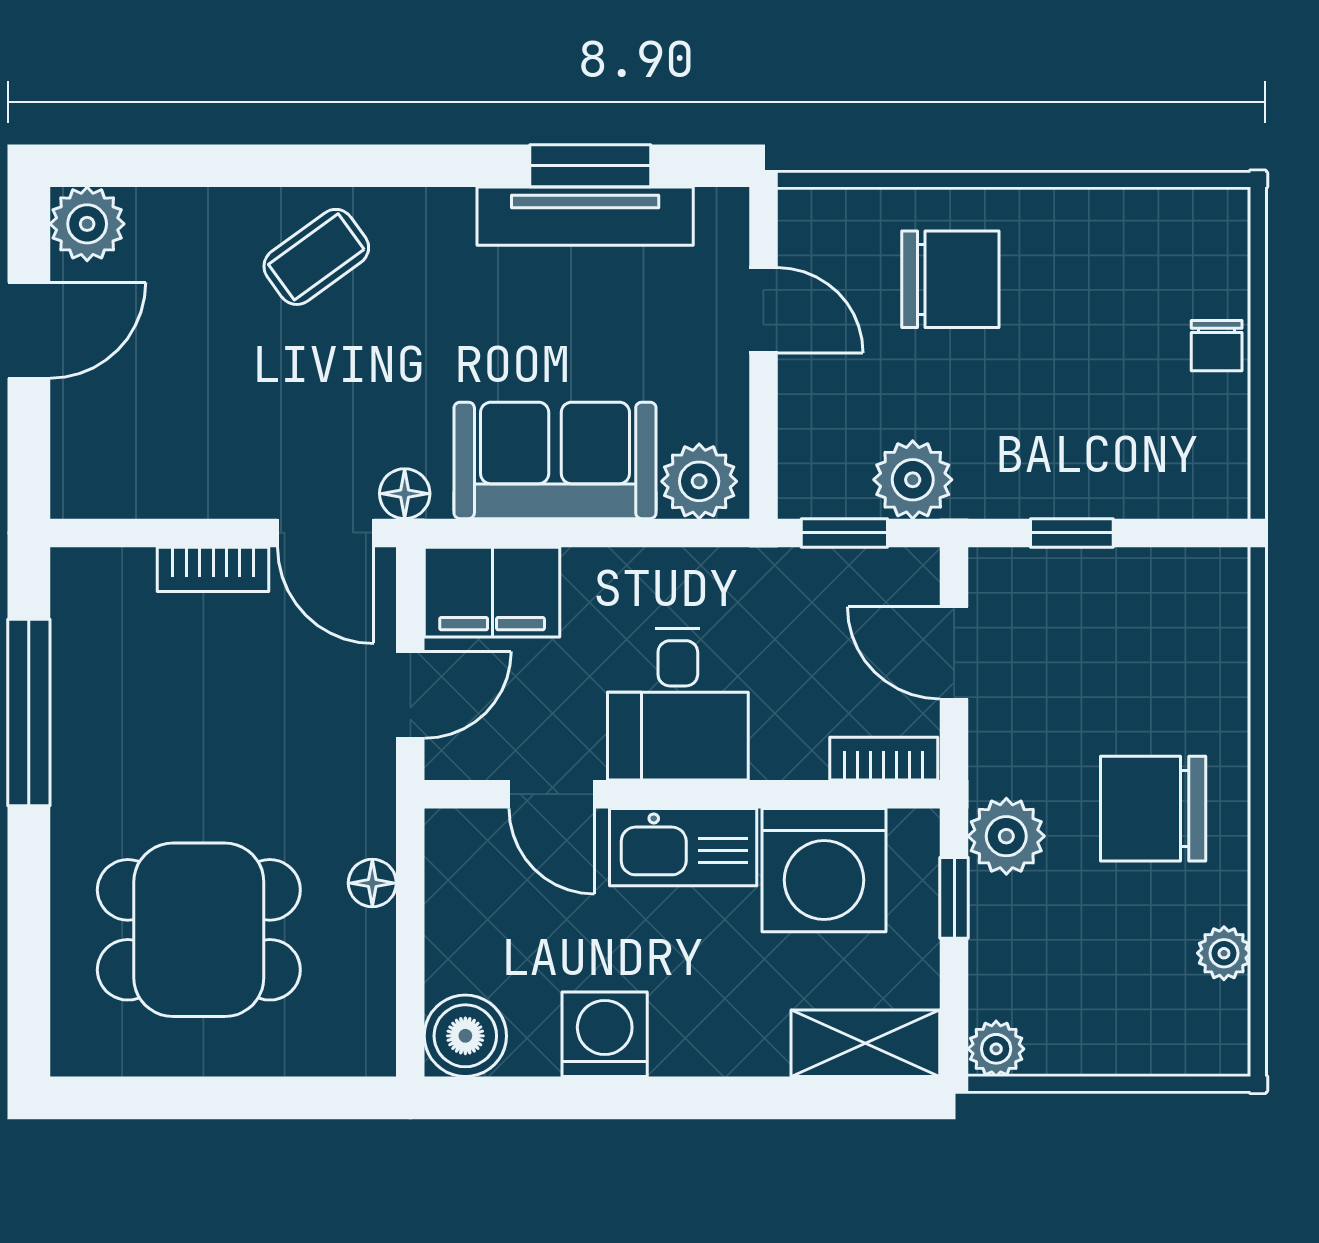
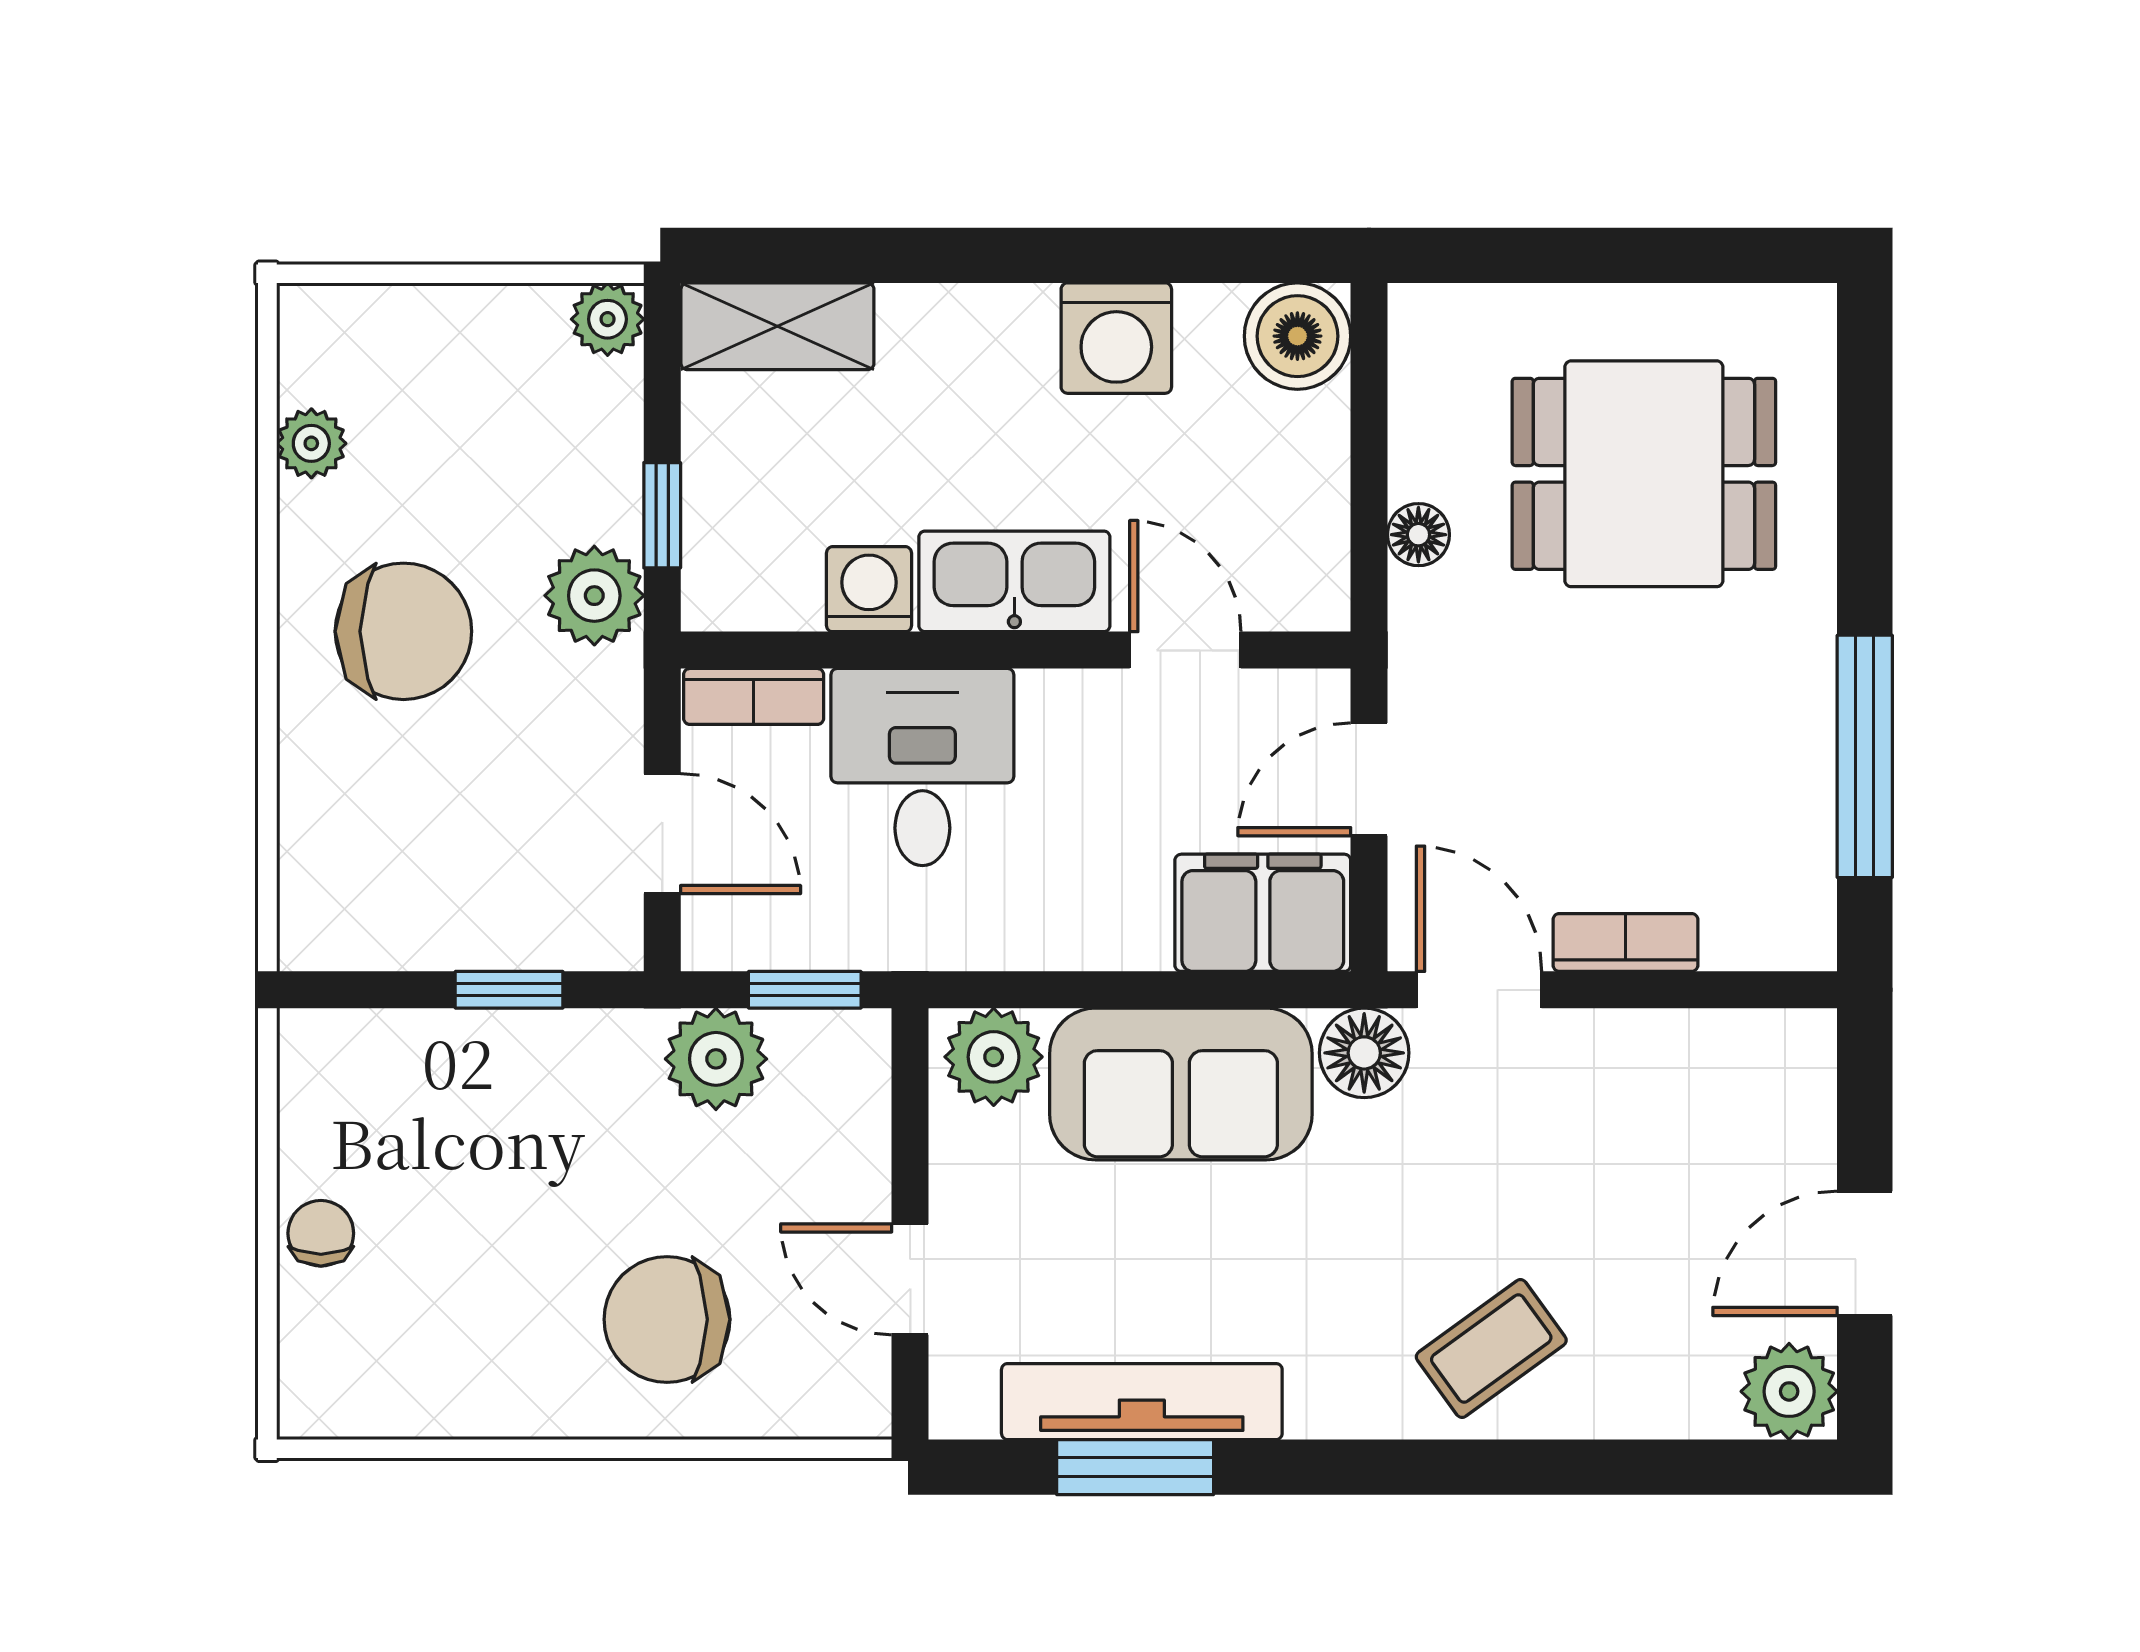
floor lamp: (405, 494) -> (1364, 1053), width x1.37, depth x1.37
desk: (678, 704) -> (922, 767), moved
washing machine: (824, 870) -> (869, 589), width x0.53, depth x0.53

